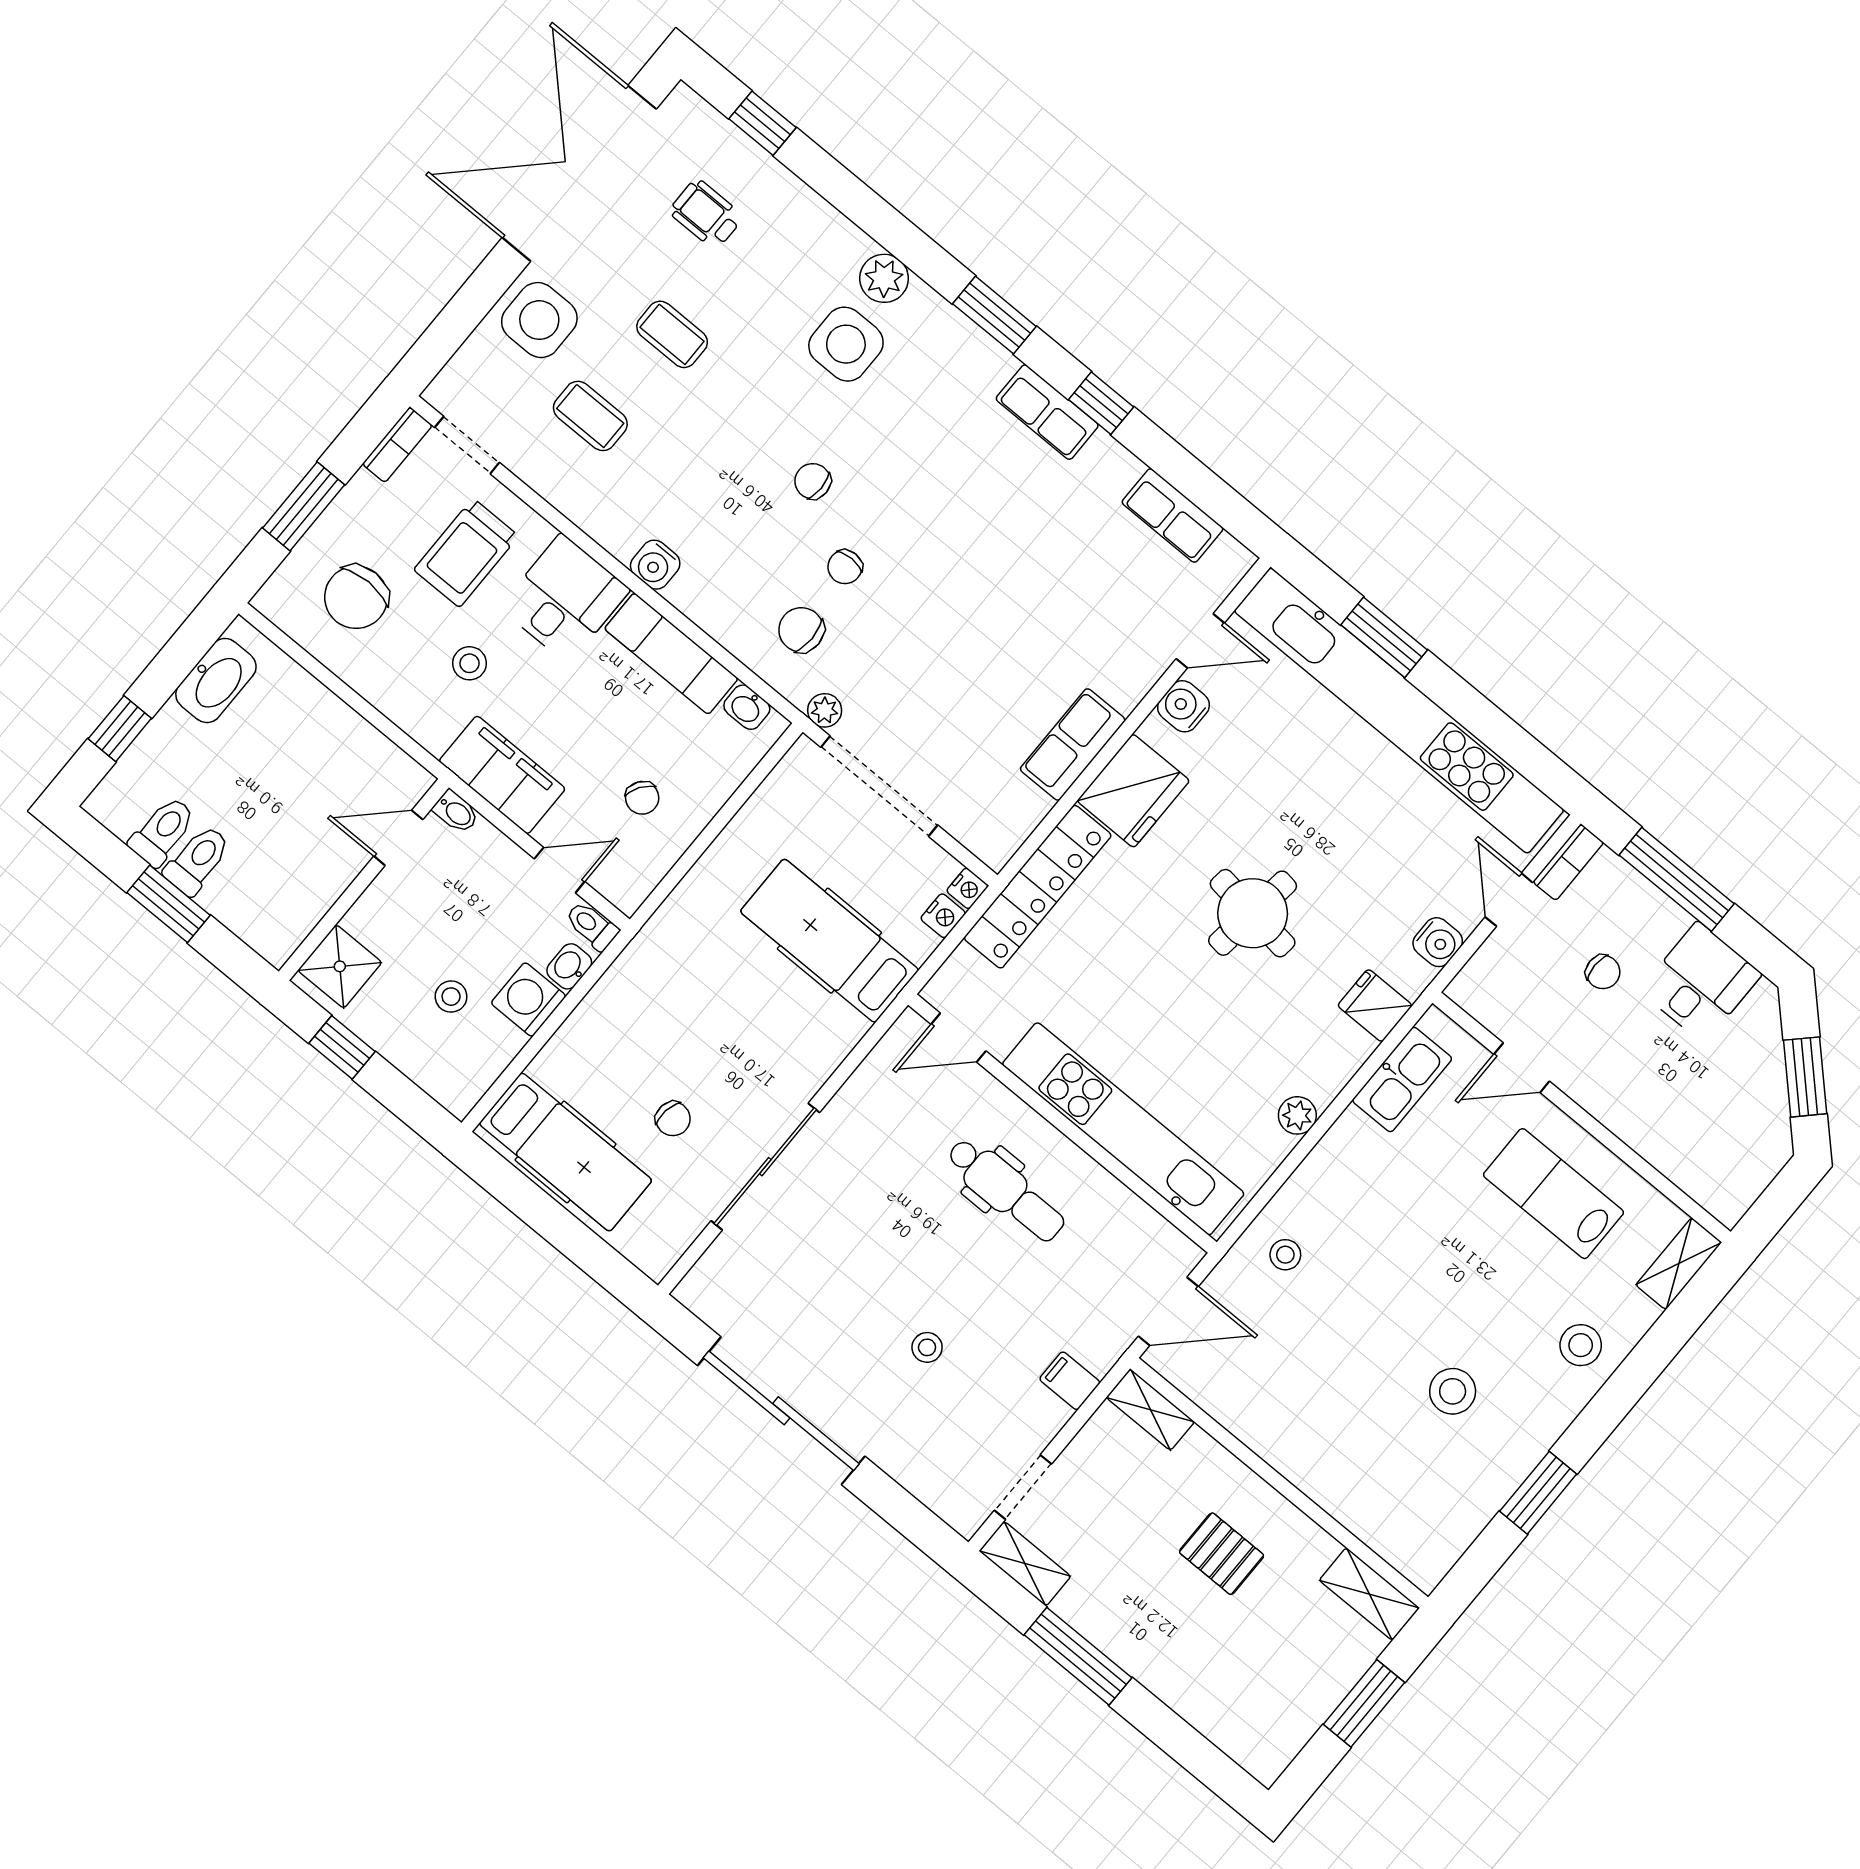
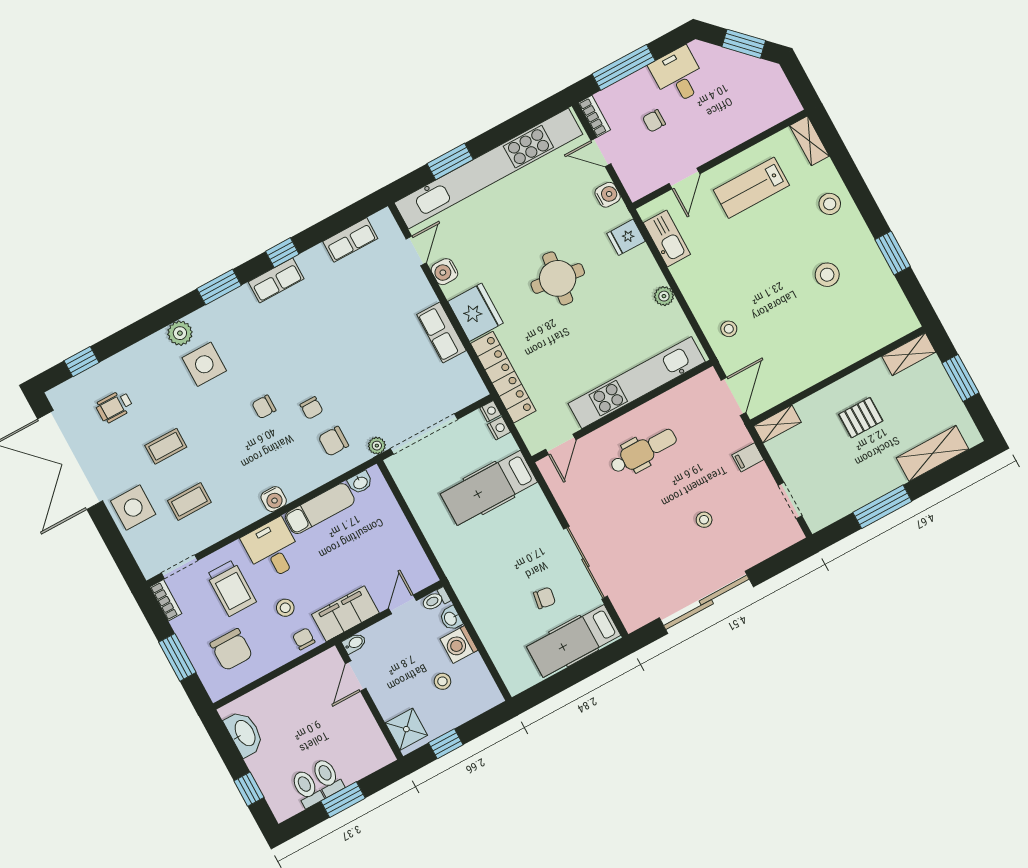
chair: (642, 798) -> (304, 639), moved, turned -124
chair: (1603, 972) -> (654, 121), turned 180
hospital bed: (566, 1152) -> (574, 641), moved, turned 180
shelving: (1025, 1564) -> (933, 453), moved, width x1.50, depth x1.33

